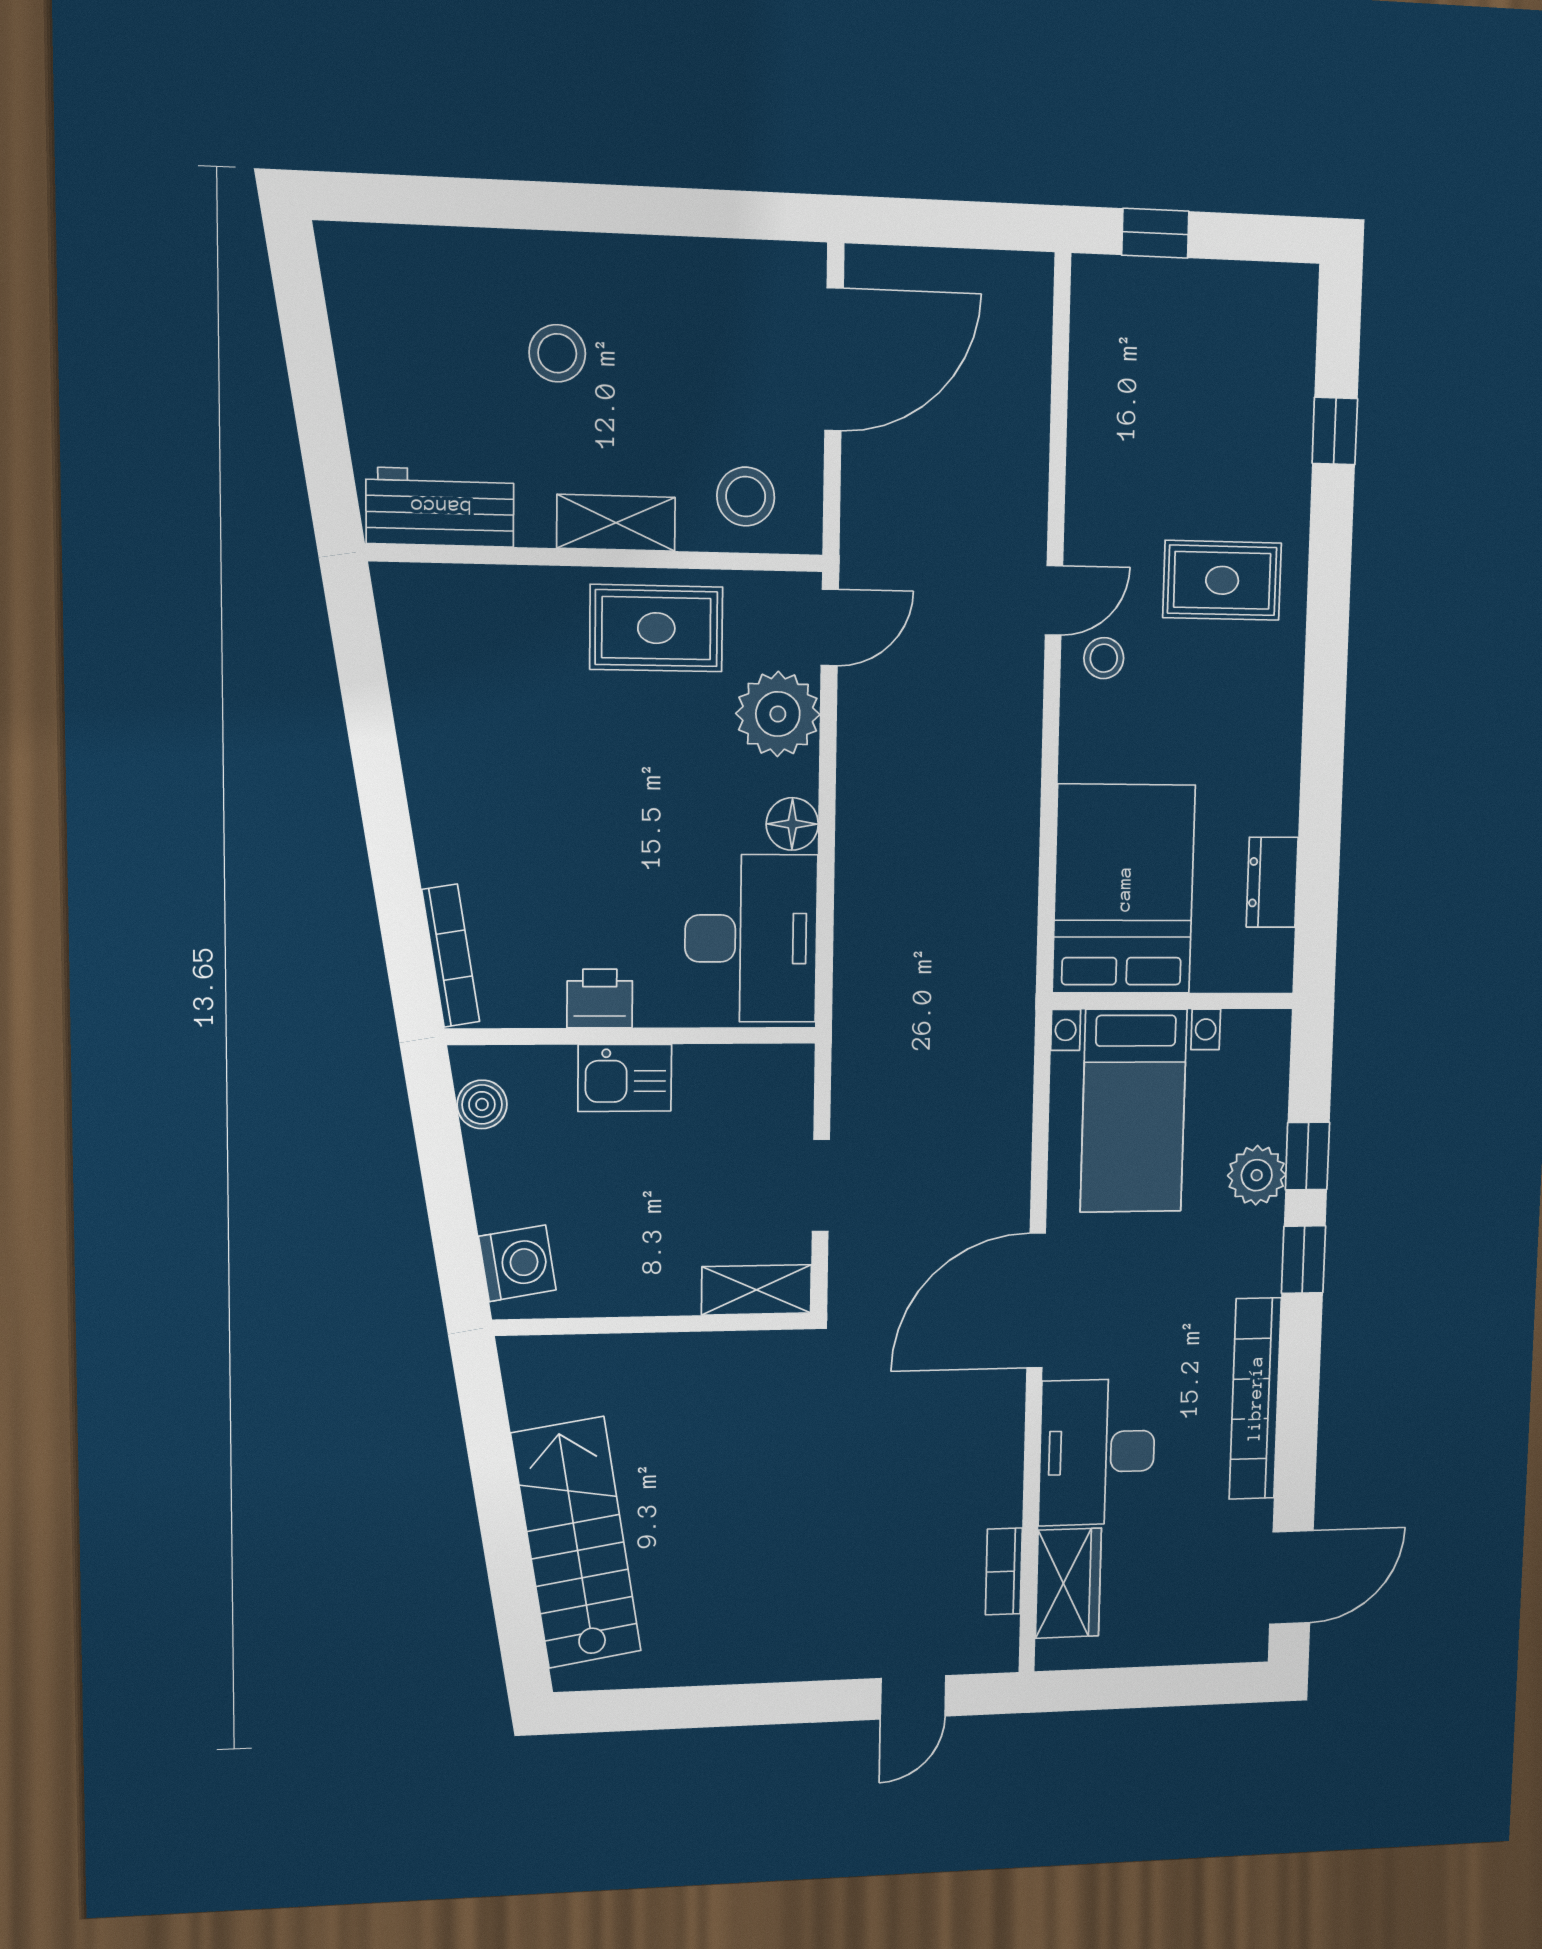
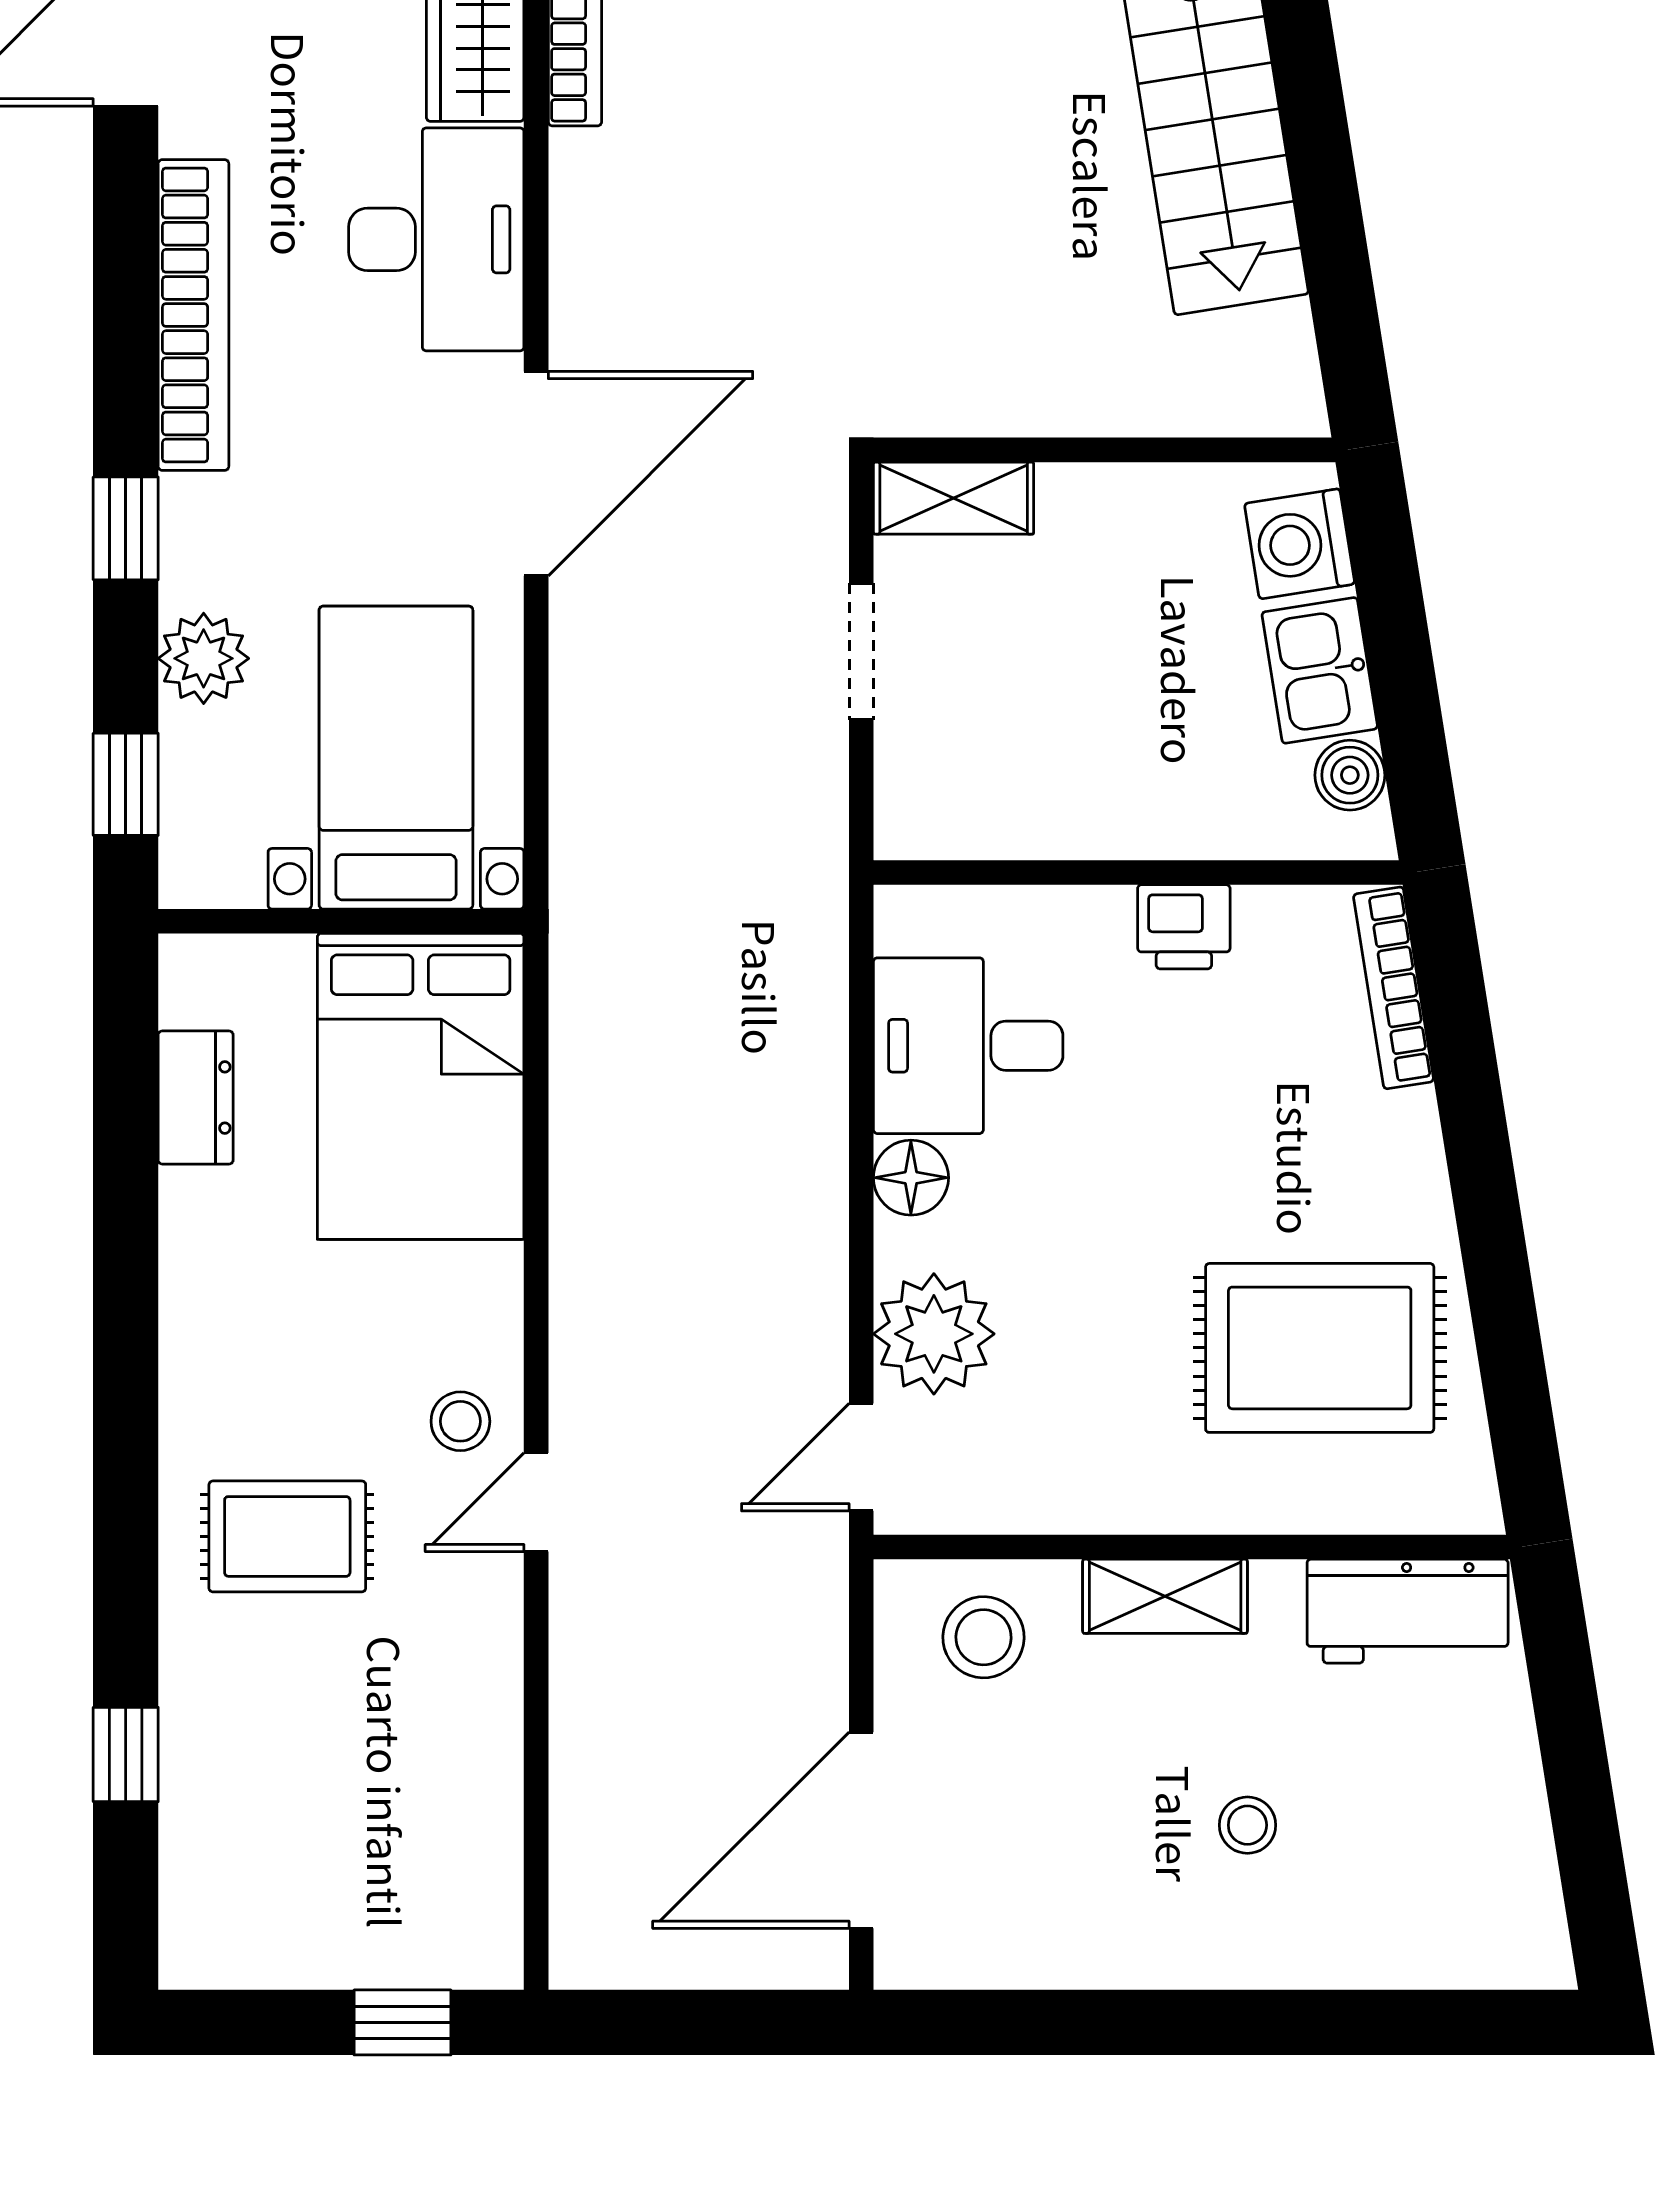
stool: (557, 353) -> (1247, 1825), width x0.73, depth x0.73
rug: (656, 628) -> (1320, 1348), moved, width x1.36, depth x1.43
desk: (751, 938) -> (968, 1046), width x0.73
kitchen sink: (625, 1078) -> (1320, 670), moved, turned -99
window: (1307, 1156) -> (126, 784), moved

